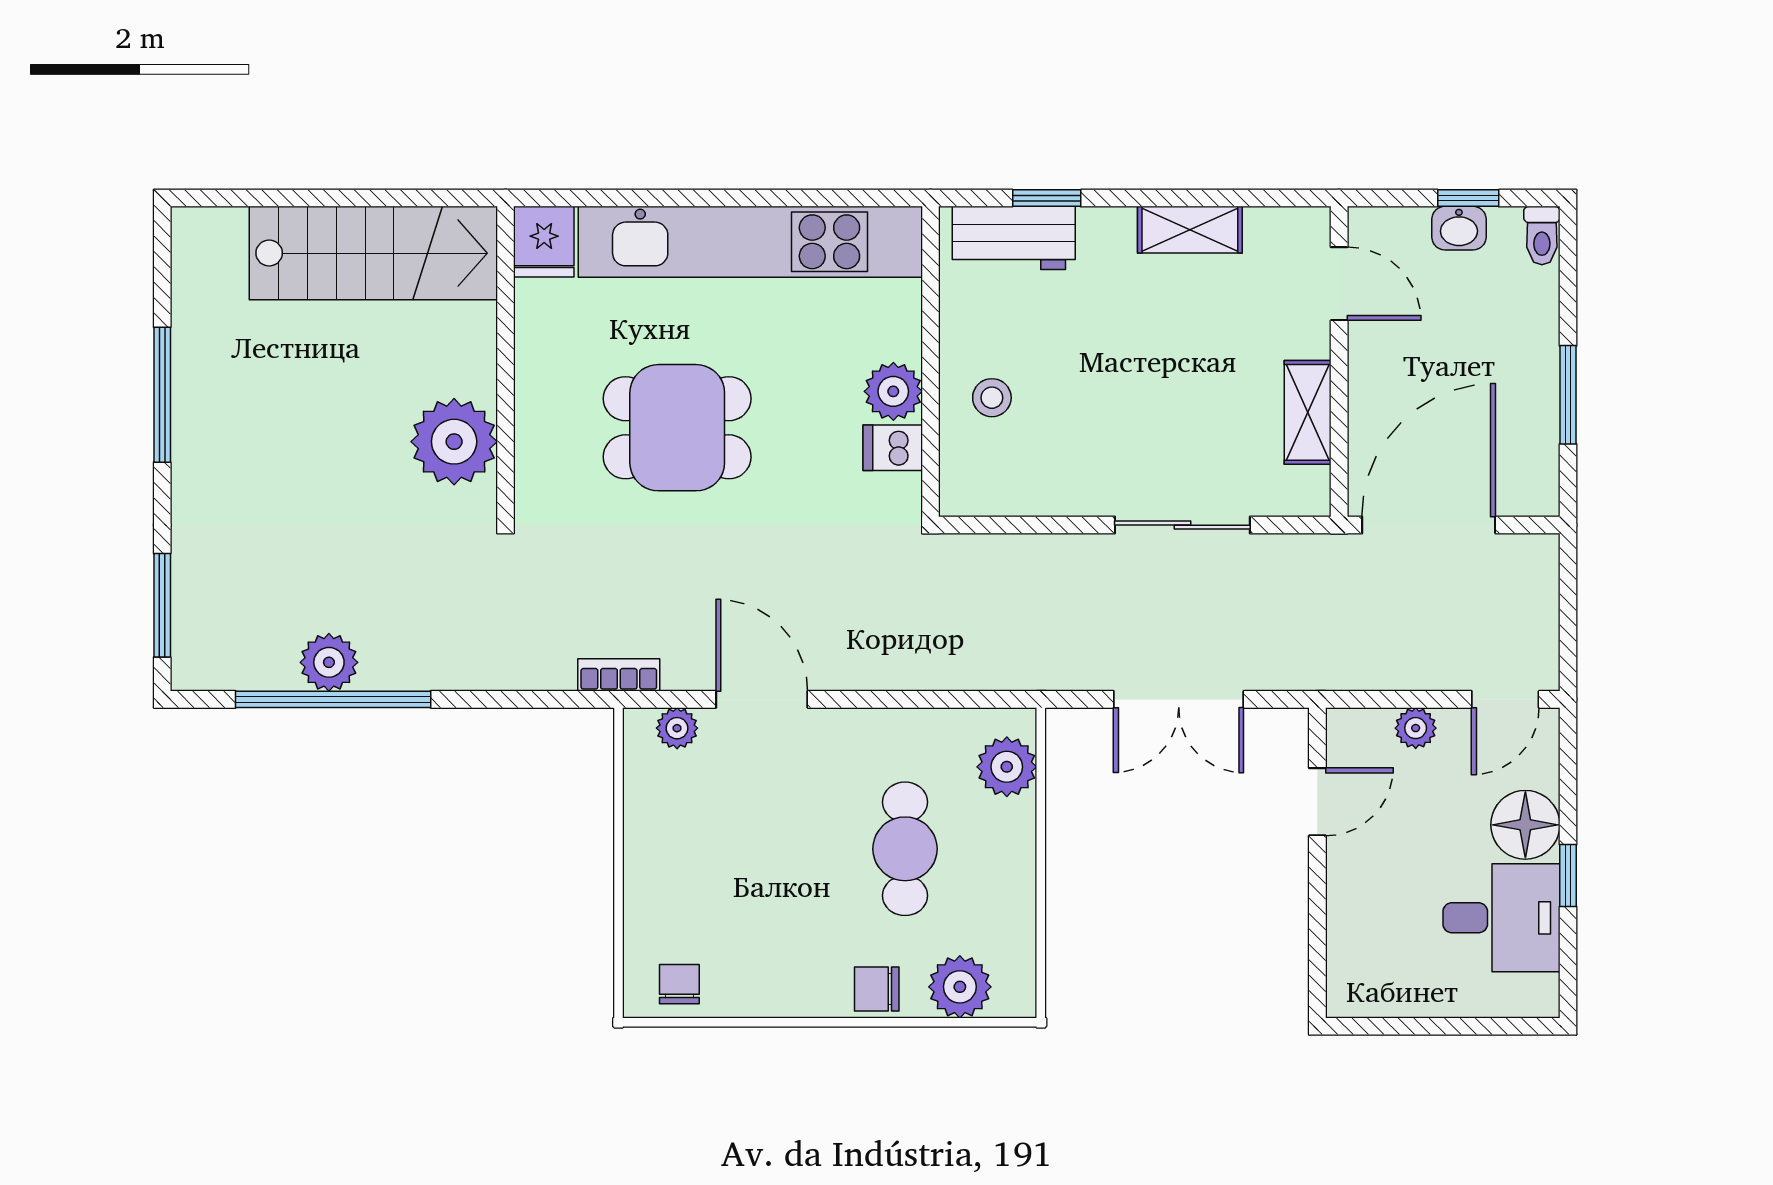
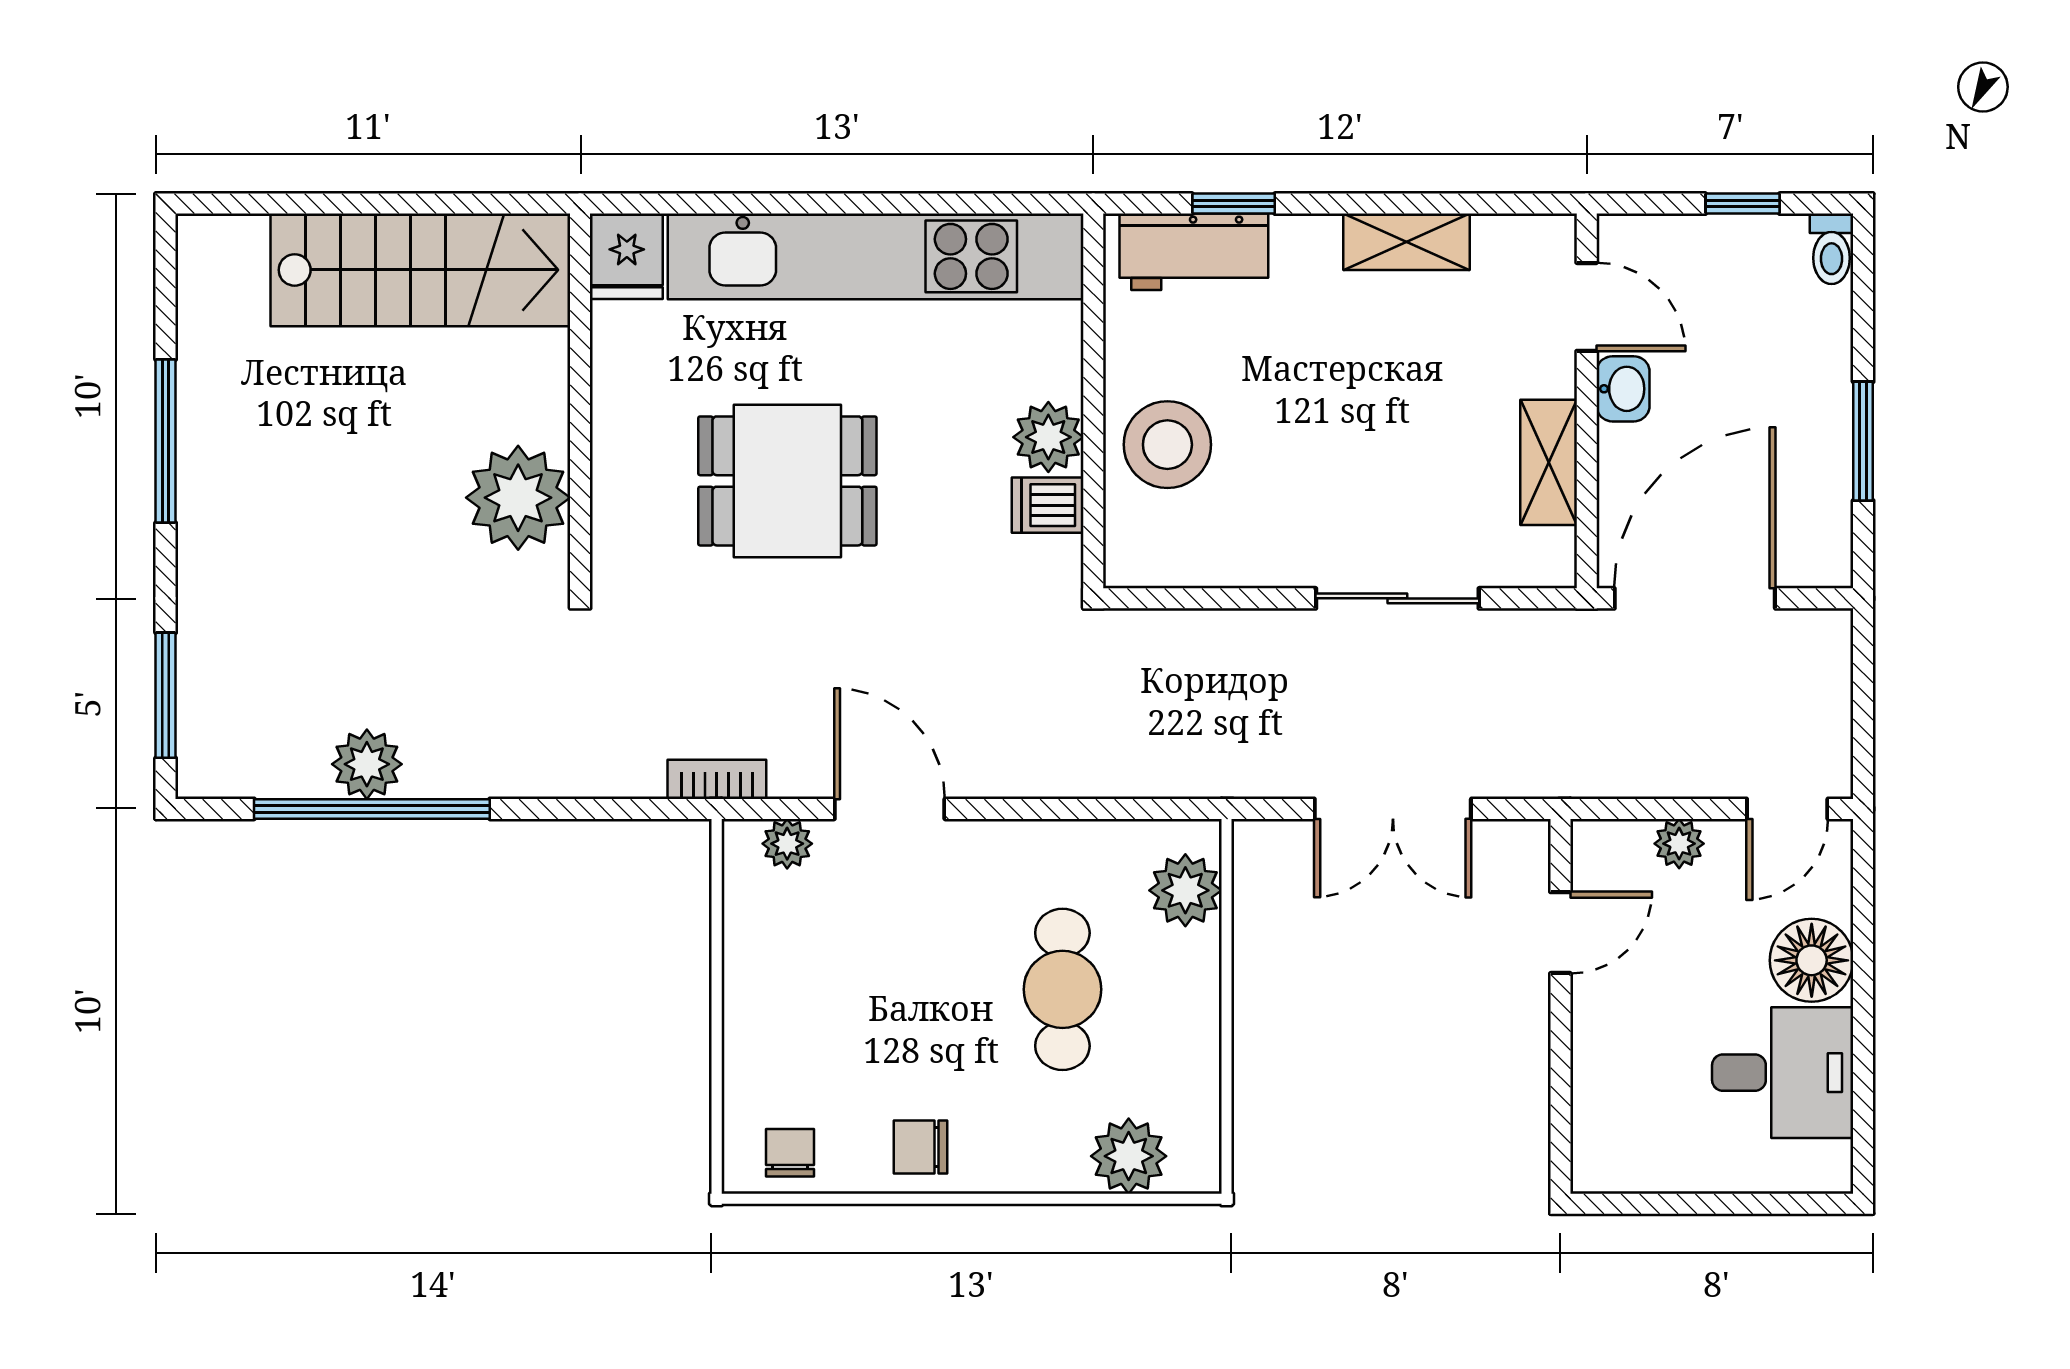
washbasin: (1459, 228) -> (1623, 389), moved, turned -90
stool: (992, 398) -> (1167, 445), width x1.89, depth x1.89
window: (1568, 876) -> (1863, 1022), removed
chair: (877, 989) -> (920, 1147), moved

